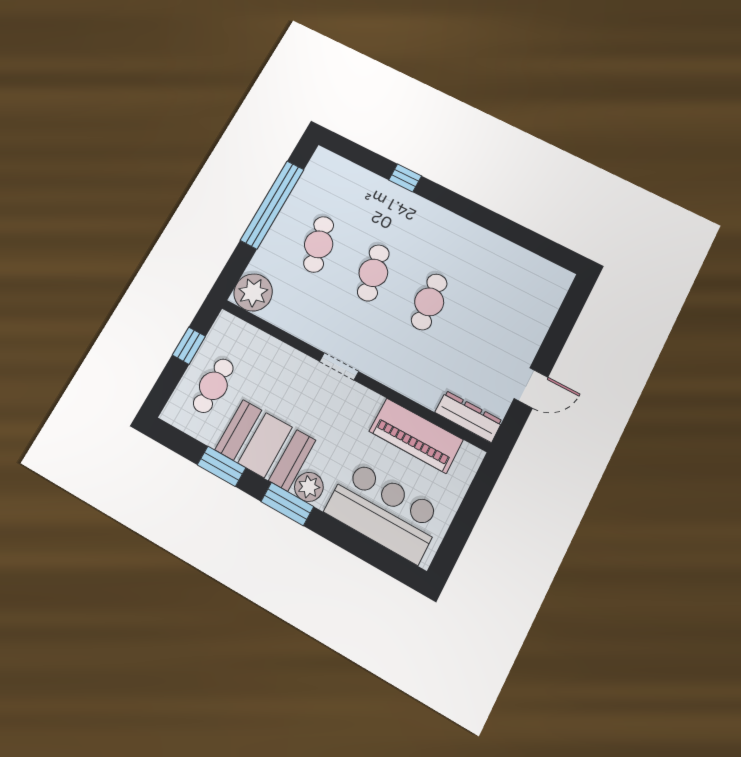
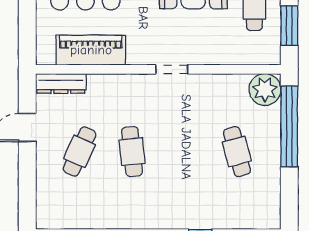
window: (272, 205) -> (289, 126), moved
cafe table: (373, 273) -> (79, 152), moved, turned 36
window: (189, 346) -> (289, 26), width x1.50

